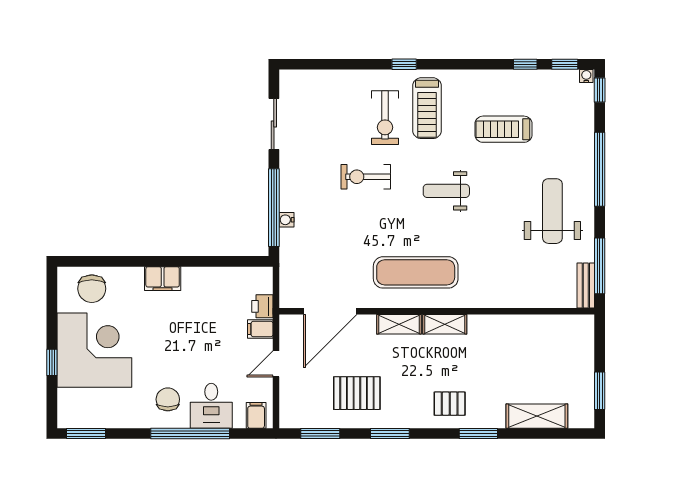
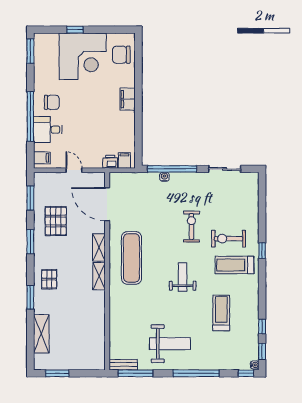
filing cabinet: (260, 329) -> (124, 160), moved

